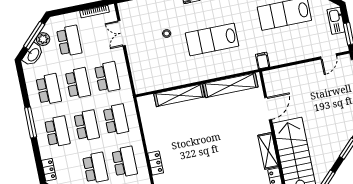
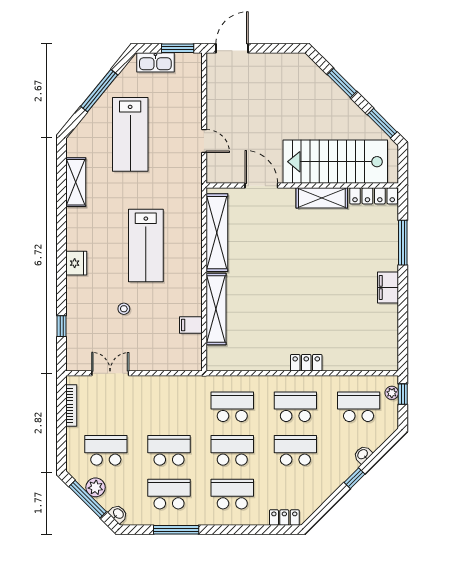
double door: (122, 33) -> (110, 373), swing flipped
washbasin: (33, 55) -> (118, 514), width x0.52, depth x0.69
door: (329, 56) -> (204, 141), moved
filing cabinet: (263, 61) -> (191, 325), moved
school desk: (107, 77) -> (169, 407), removed
window: (31, 122) -> (176, 530), moved

